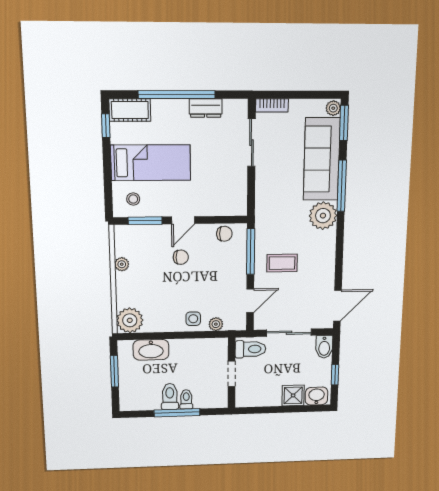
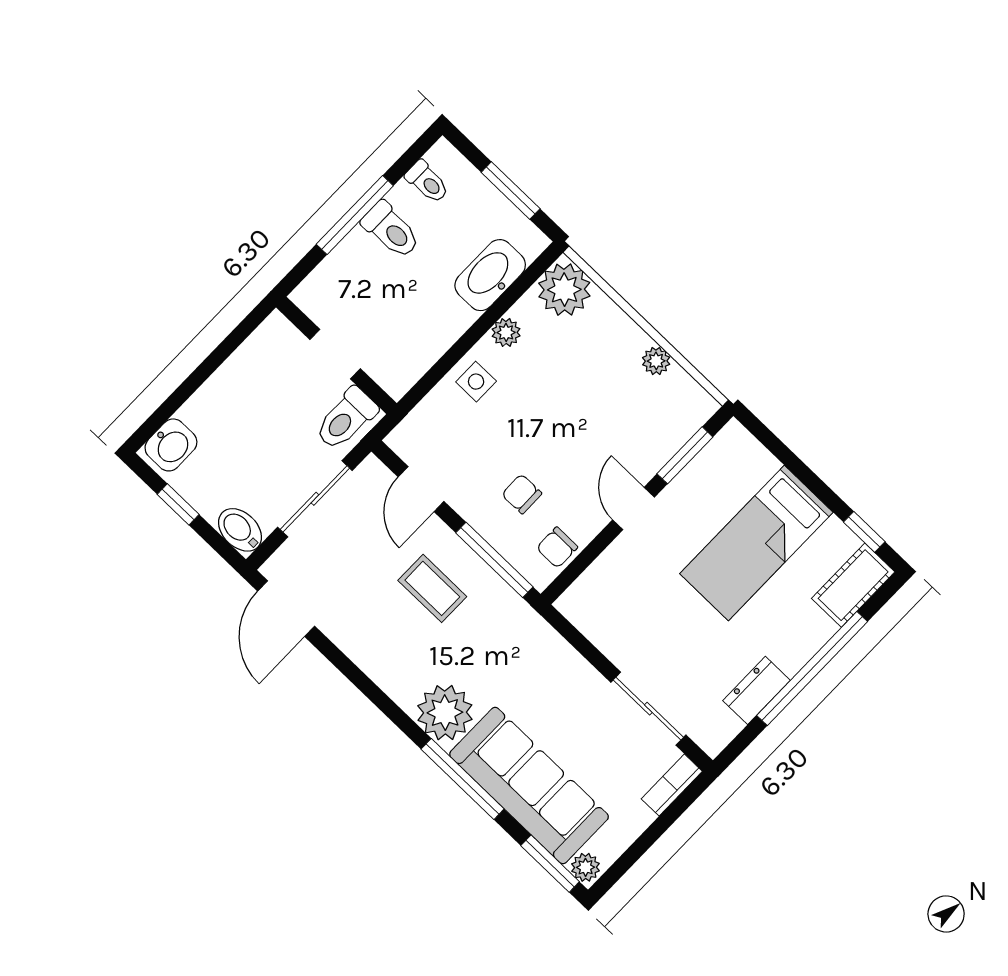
stool: (133, 199) -> (731, 469), removed
chair: (181, 257) -> (522, 494), moved, turned 89
coffee table: (282, 263) -> (432, 588), turned 90
plant: (216, 324) -> (506, 332), moved
shower: (293, 395) -> (208, 411), removed
toilet: (186, 399) -> (427, 182), moved

